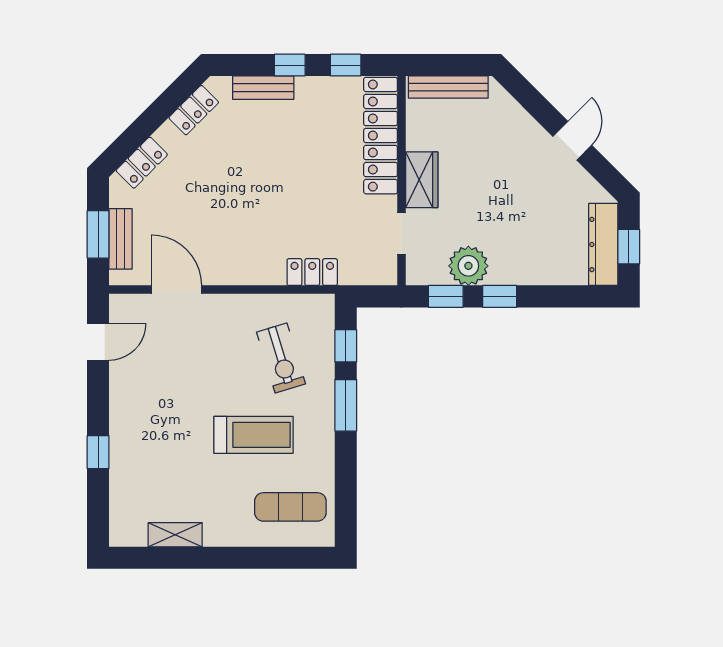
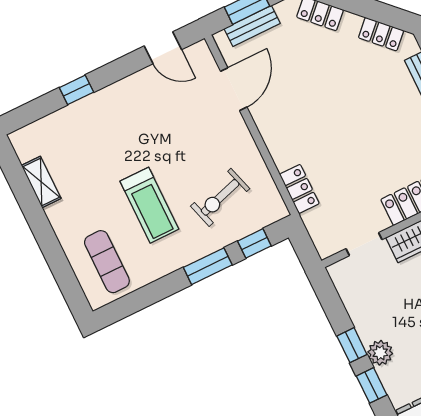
plant: (468, 266) -> (380, 353), moved, width x0.73, depth x0.73
window: (446, 296) -> (372, 385), moved

